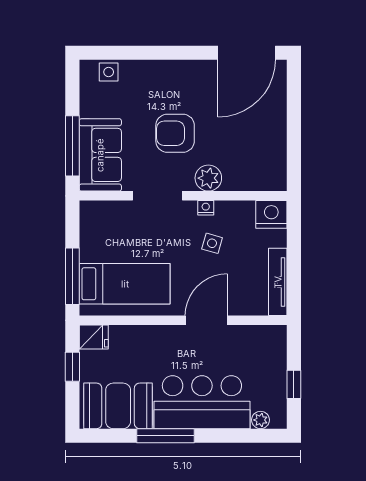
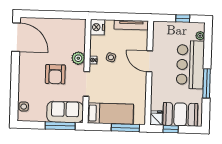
bed: (125, 284) -> (110, 114), moved, turned 90
booth: (118, 406) -> (180, 114), moved, turned 90

